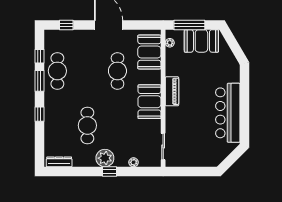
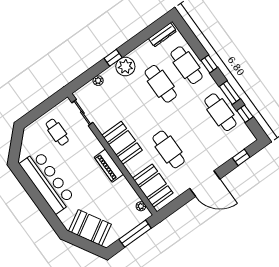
booth: (201, 41) -> (90, 228), moved, turned 60
cafe table: (57, 125) -> (187, 65), added
cafe table: (193, 145) -> (57, 132), added

